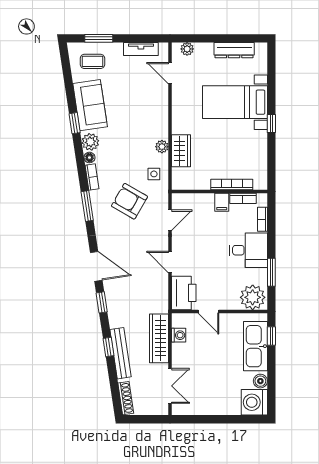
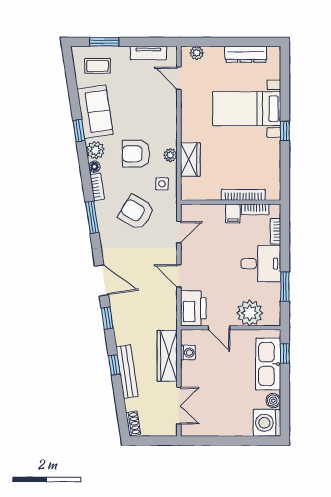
armchair: (129, 145) -> (136, 154), added
plant: (253, 297) -> (250, 313), moved
shoe rack: (126, 398) -> (133, 423), width x0.70

